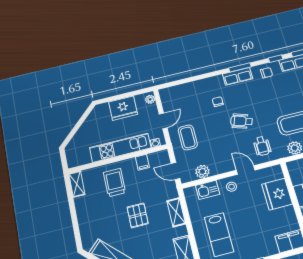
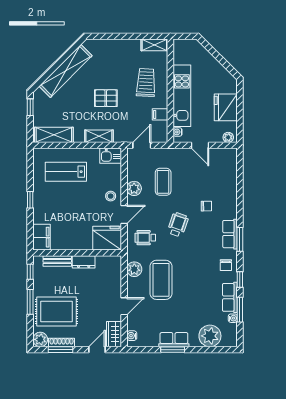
coffee table: (188, 137) -> (163, 182), moved, turned 90
plant: (202, 172) -> (134, 188), moved
trolley: (115, 182) -> (146, 83), turned -87
kitchen sink: (208, 190) -> (111, 156), moved, turned -90
fridge: (277, 194) -> (107, 238), moved

